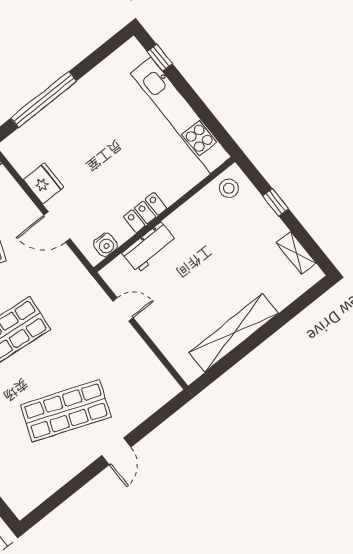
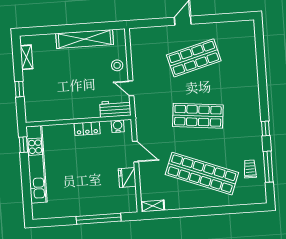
window: (160, 58) -> (23, 145), moved
stool: (229, 188) -> (117, 65), moved
workbench: (149, 247) -> (115, 109), moved
shop shelf: (66, 411) -> (194, 58), turned -36

